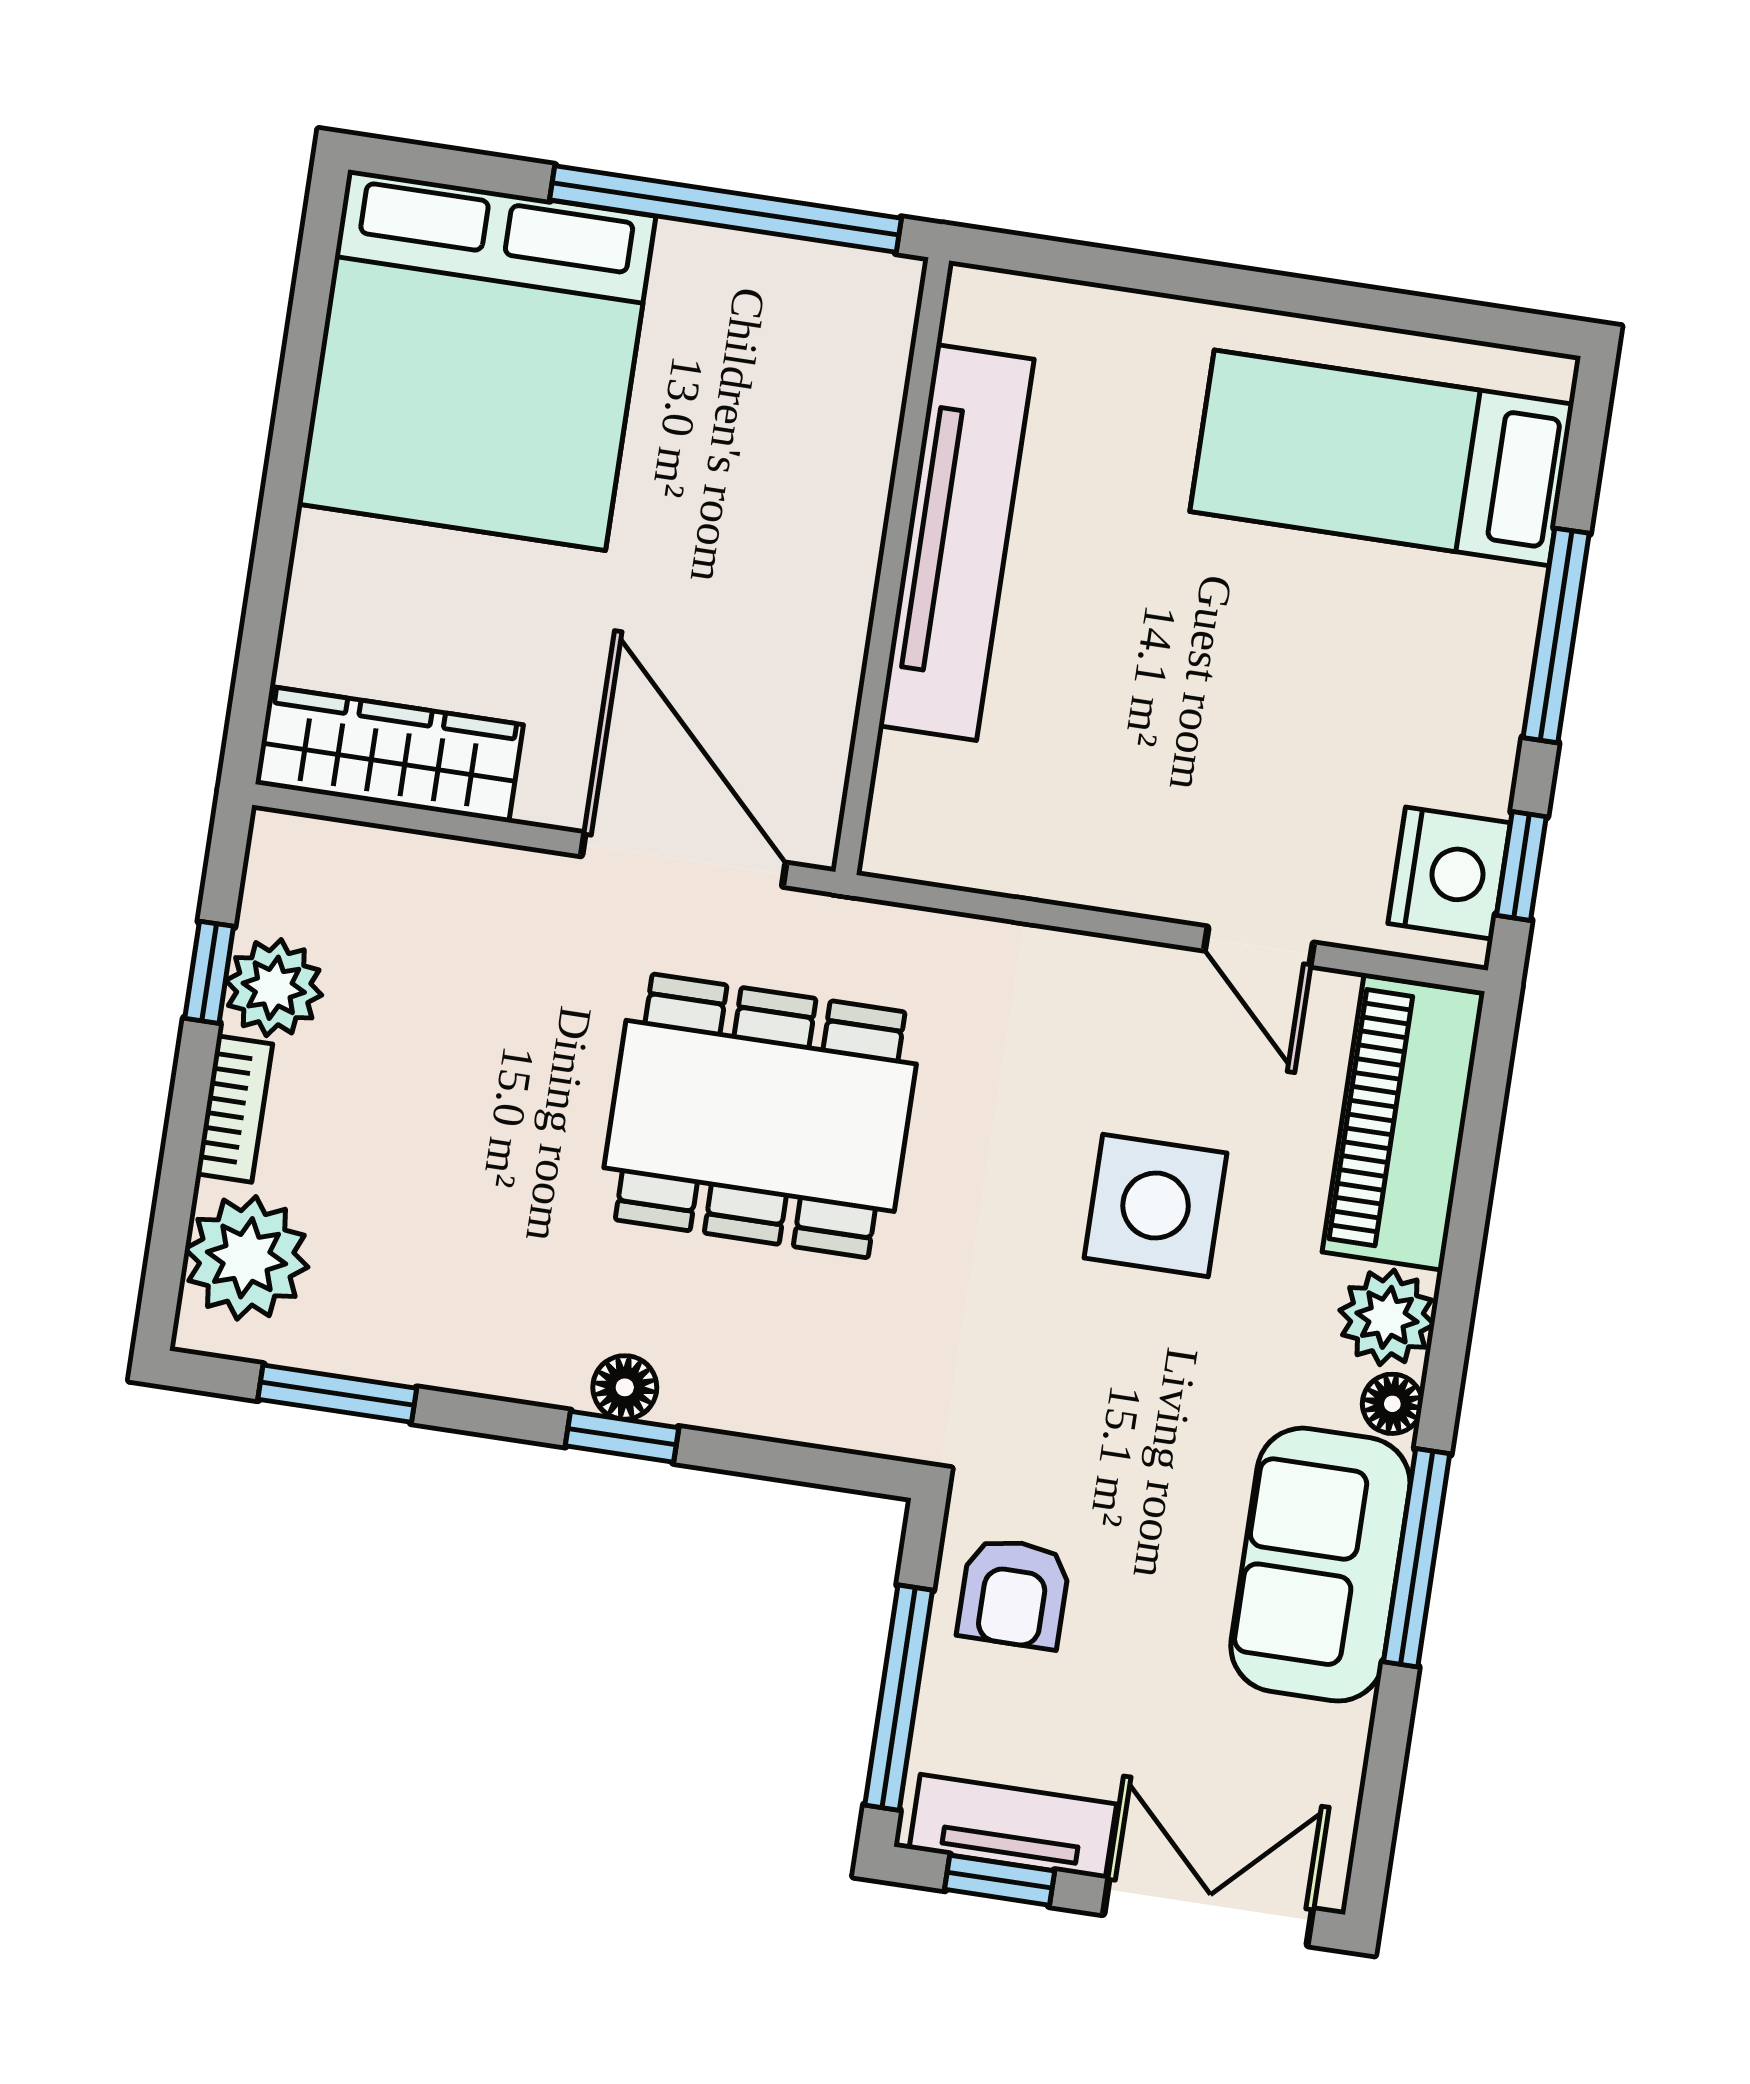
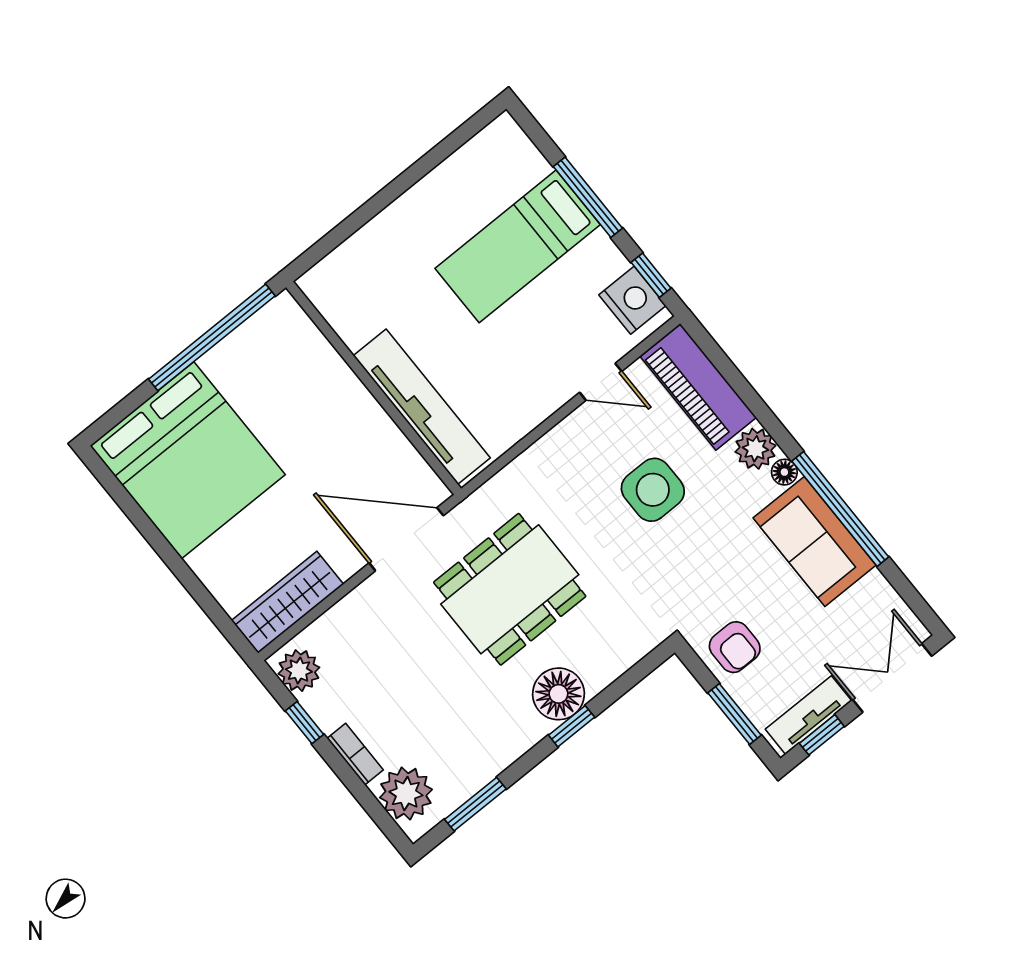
bed: (1382, 458) -> (518, 246), moved
tv unit: (956, 542) -> (422, 407), moved
plant: (274, 988) -> (299, 671), moved
floor lamp: (625, 1387) -> (558, 694), width x1.89, depth x1.89
window: (1417, 1558) -> (840, 509), width x1.46
window: (899, 1698) -> (735, 714), width x0.69

